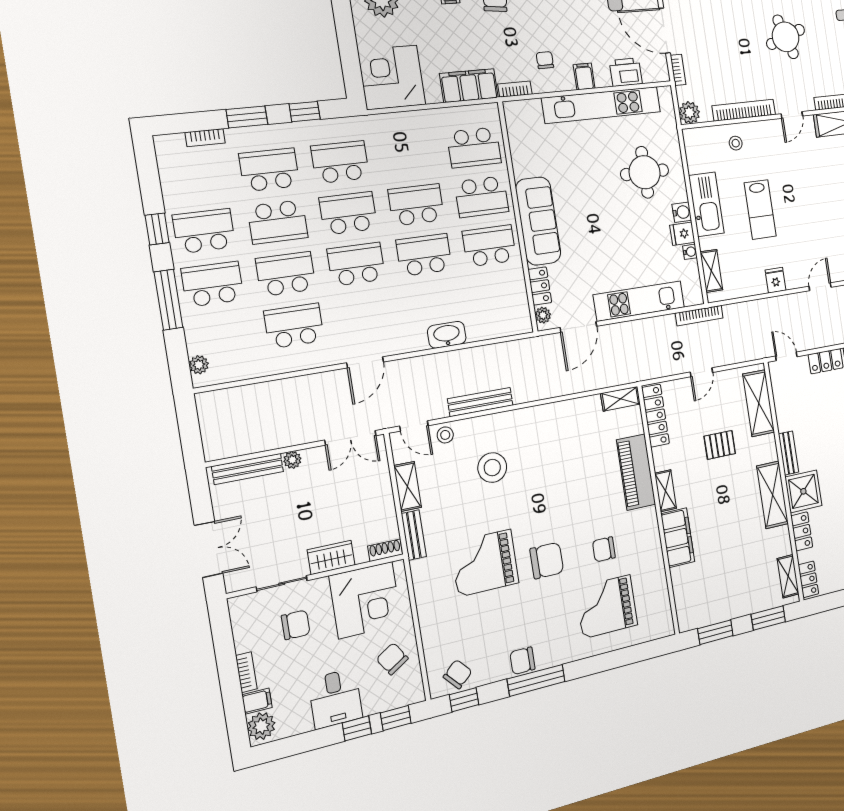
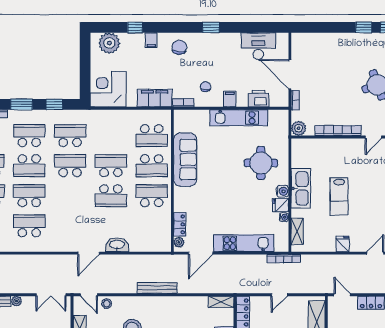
kitchen unit: (602, 105) -> (239, 118), width x0.73
stool: (736, 143) -> (328, 151), removed
sofa: (538, 221) -> (185, 160), moved
school desk: (424, 255) -> (111, 196), turned 180
school desk: (356, 264) -> (70, 196), removed
door: (365, 362) -> (89, 253), moved
bench: (480, 402) -> (157, 288), moved

